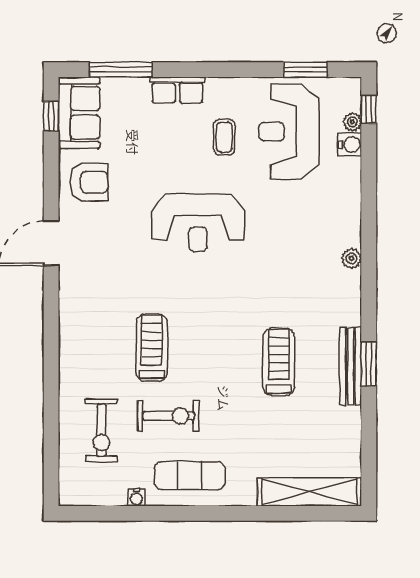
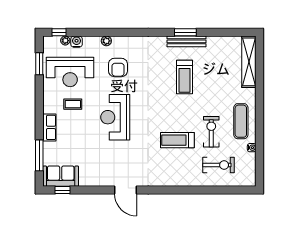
armchair: (89, 182) -> (118, 67), moved, turned 180
reception desk: (198, 223) -> (115, 117), turned 180
plant: (351, 258) -> (106, 41), moved
treadmill: (279, 362) -> (184, 77), turned -90

